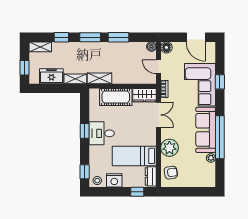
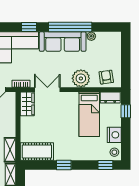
window: (220, 82) -> (29, 27), moved
cot: (116, 97) -> (37, 152), moved, turned 90
desk: (102, 133) -> (66, 148), removed

